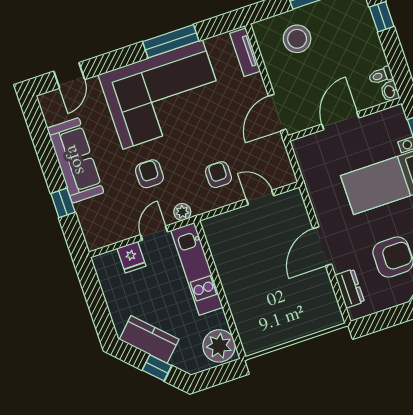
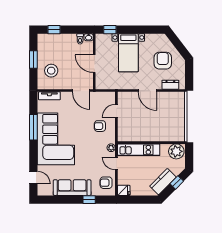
armchair: (149, 174) -> (106, 183), moved
fridge: (131, 257) -> (124, 190), moved

